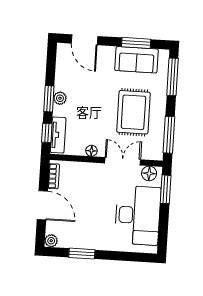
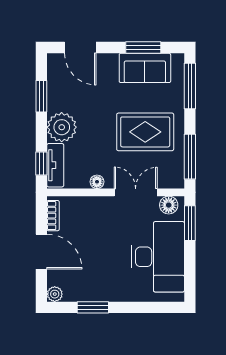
plant: (60, 98) -> (62, 127), width x1.88, depth x1.88
window: (49, 99) -> (41, 96), moved
rug: (133, 112) -> (145, 132), turned 90

